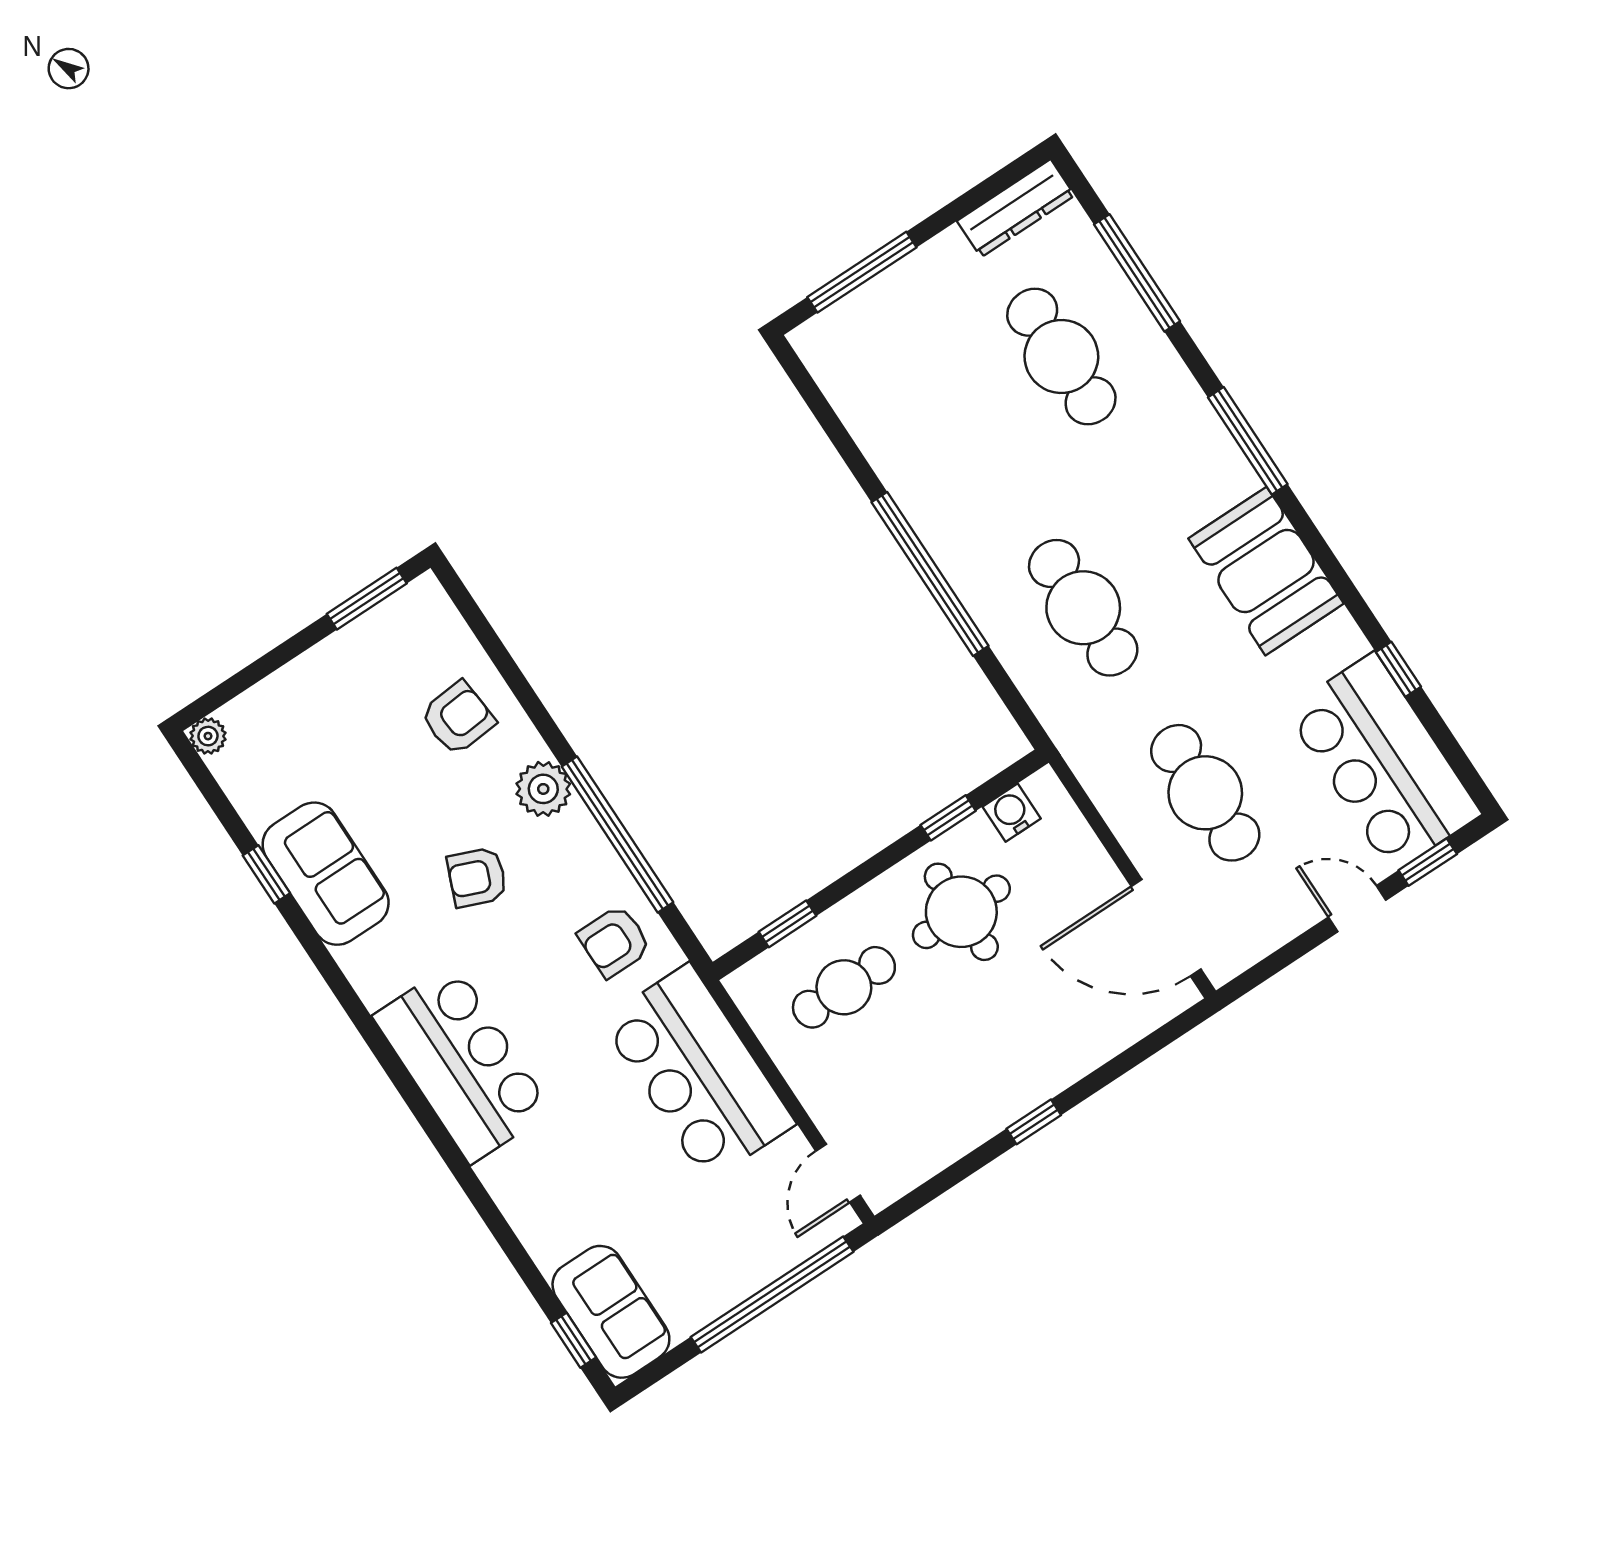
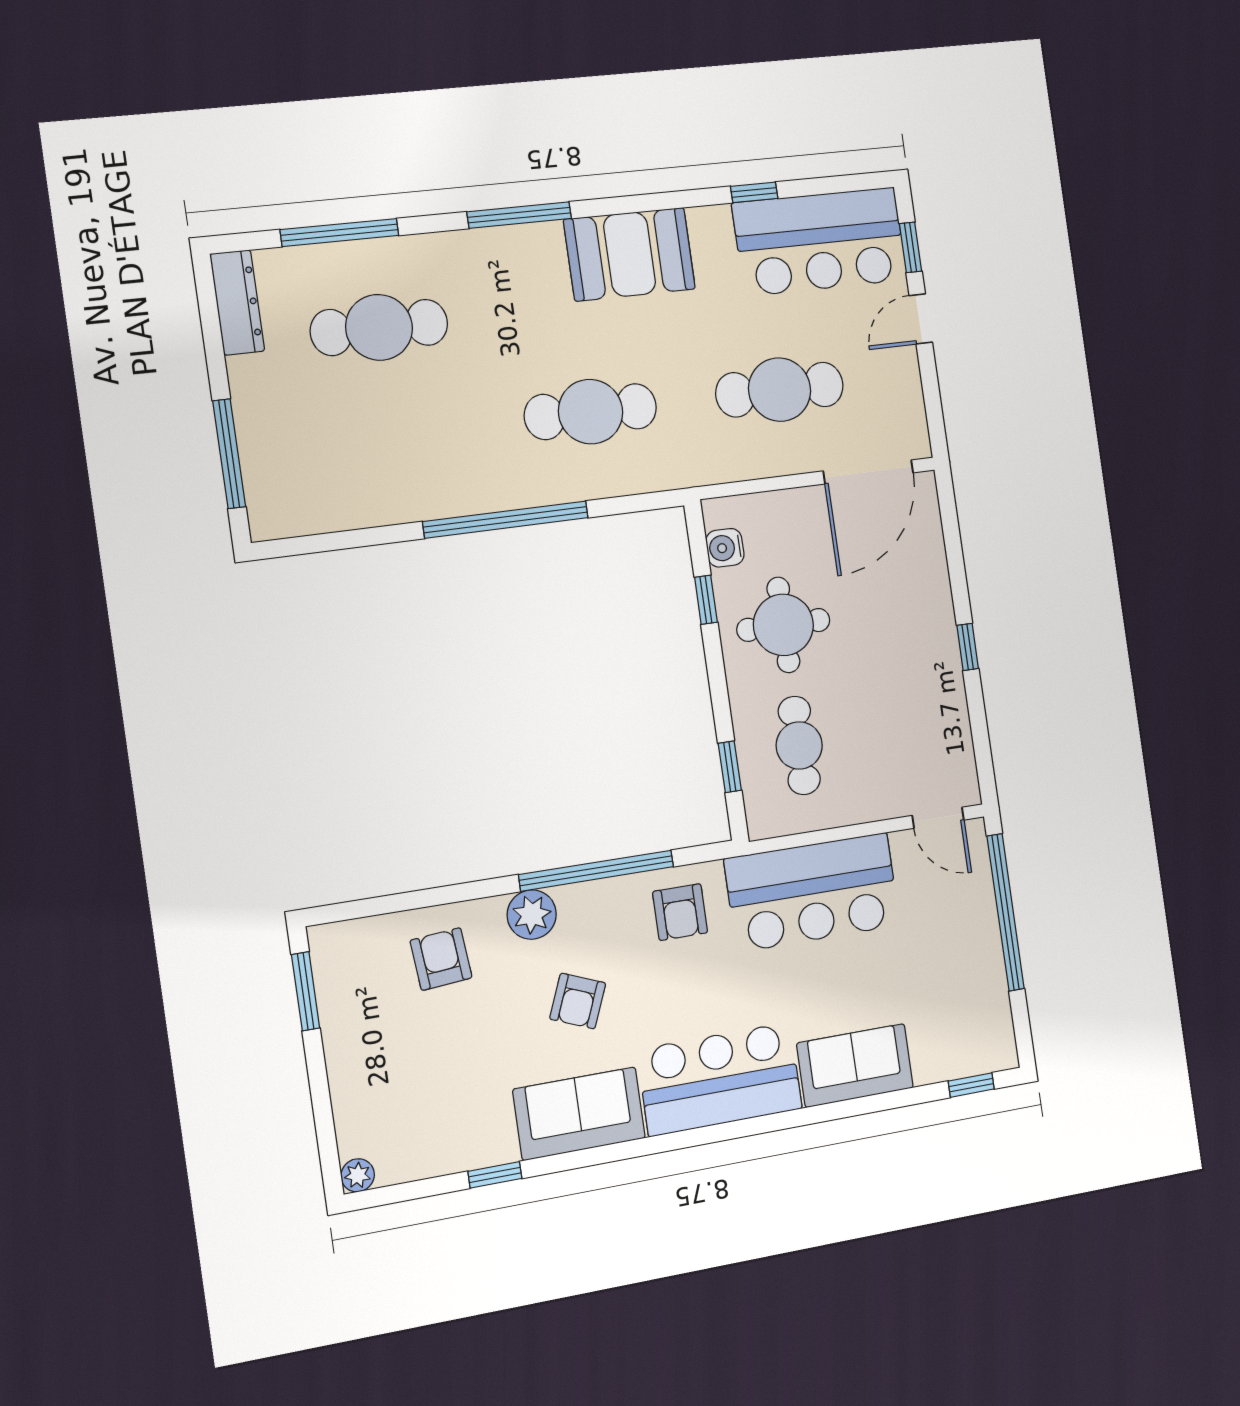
sofa: (326, 874) -> (579, 1114), moved
sofa: (611, 1312) -> (855, 1066), moved

